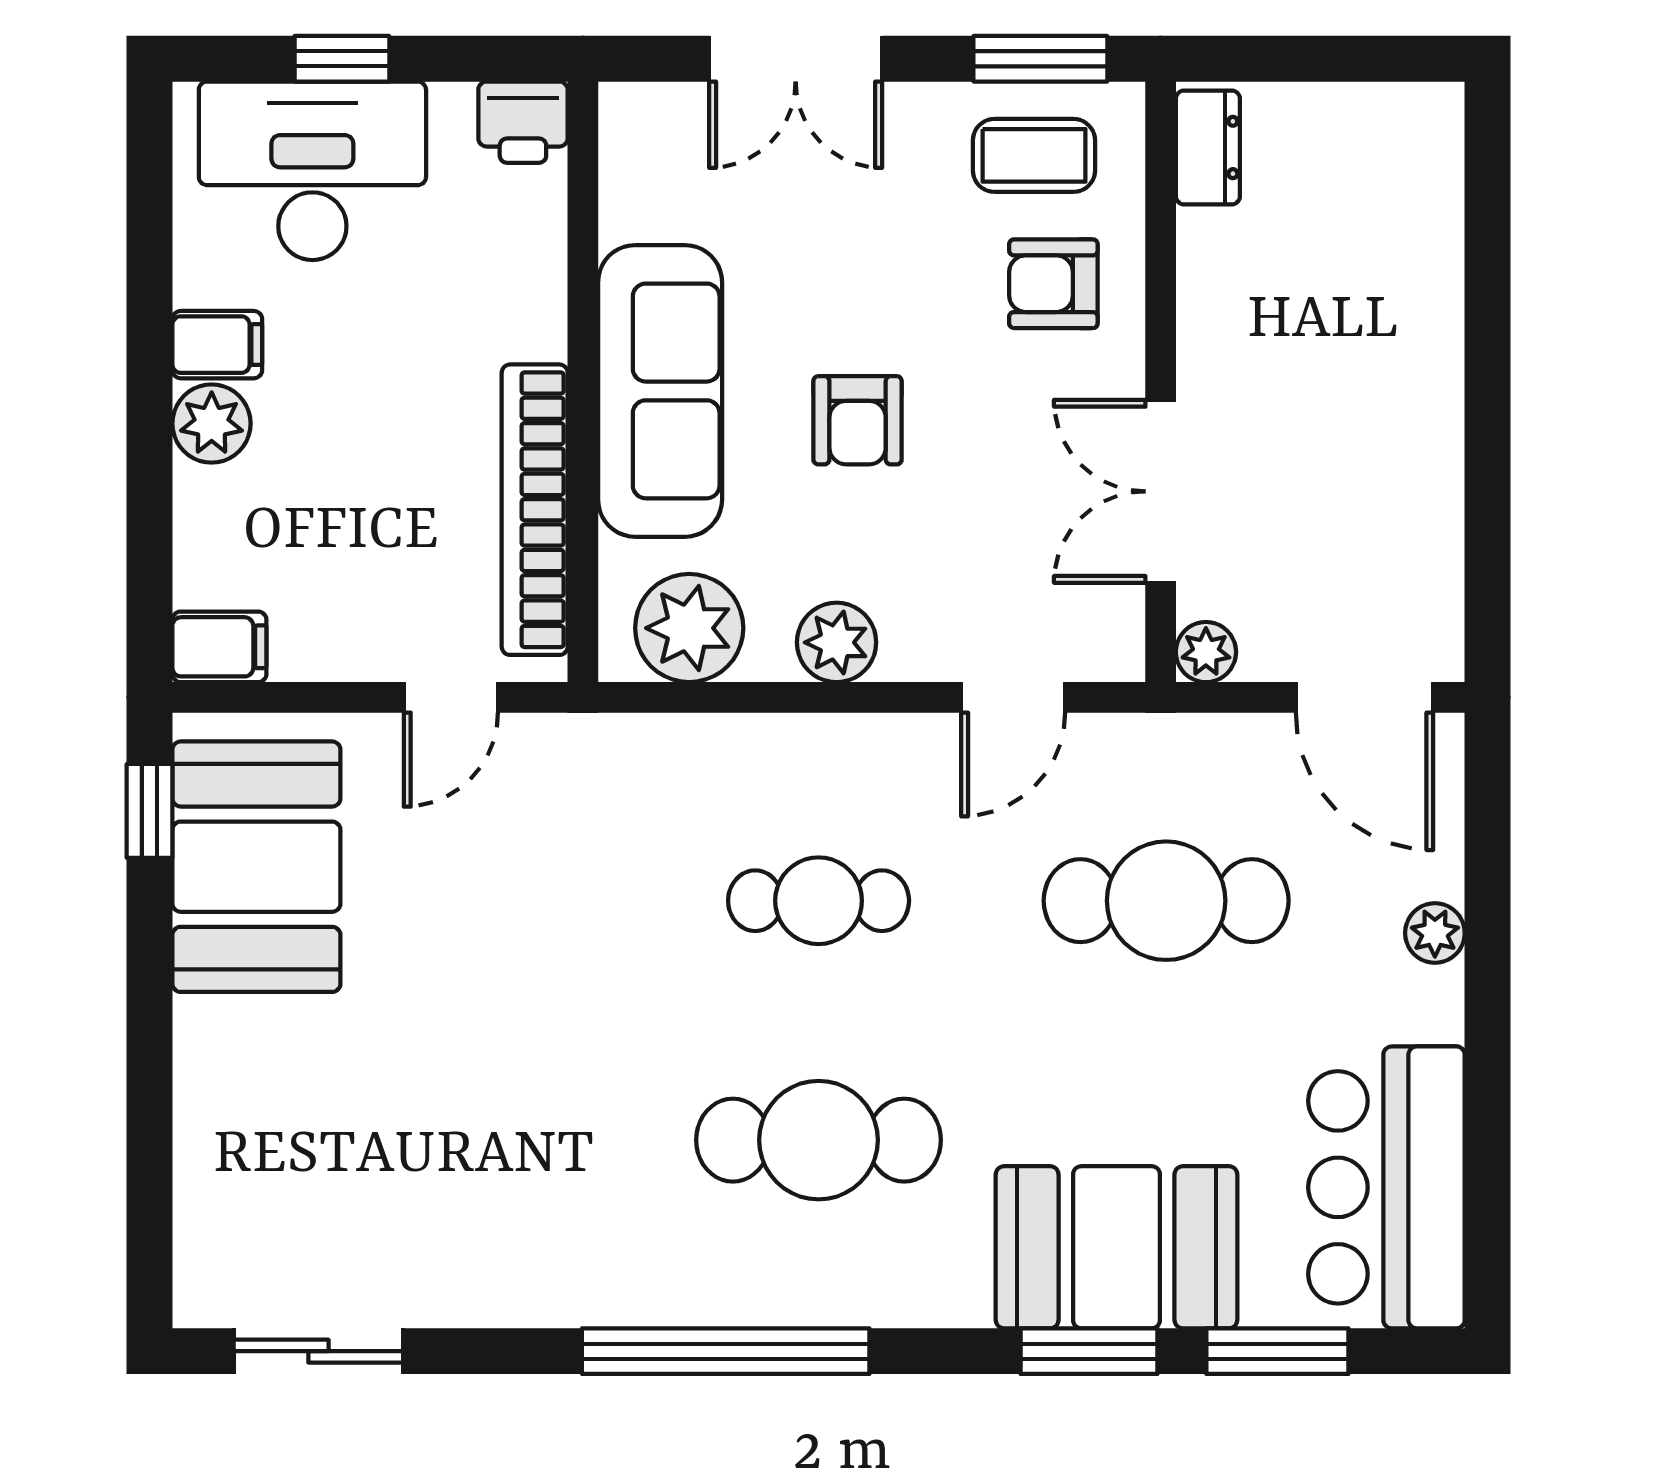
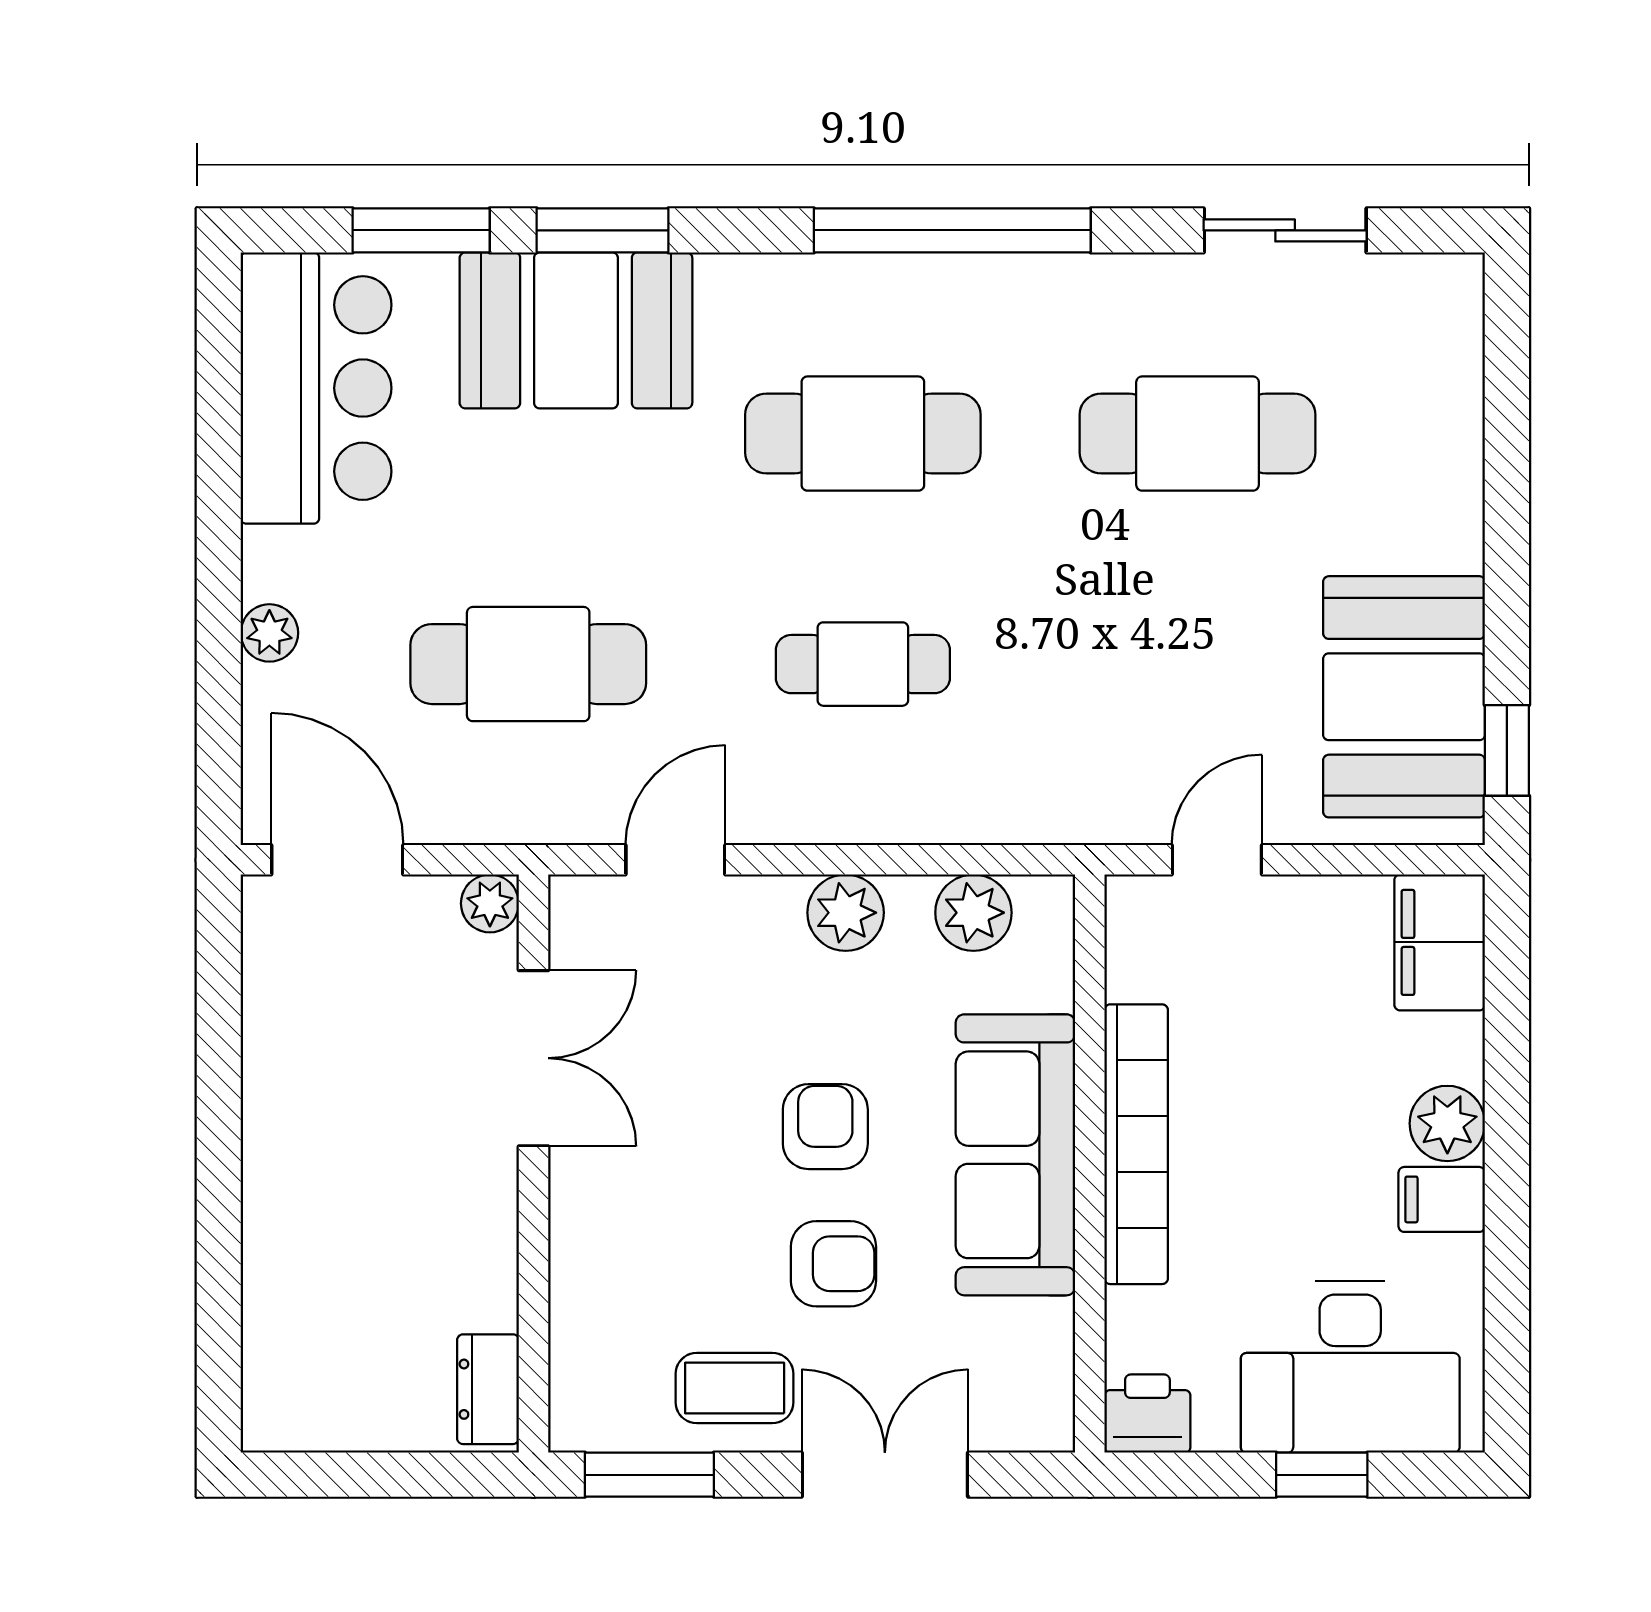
coffee table: (1034, 155) -> (735, 1388), moved
armchair: (1053, 284) -> (833, 1264), moved
bookcase: (535, 510) -> (1136, 1144), moved
plant: (689, 628) -> (973, 913), width x0.73, depth x0.73
filing cabinet: (219, 647) -> (1440, 942), width x2.00
cafe table: (471, 1140) -> (1198, 434), added
sliding door: (318, 1351) -> (1285, 230), moved

